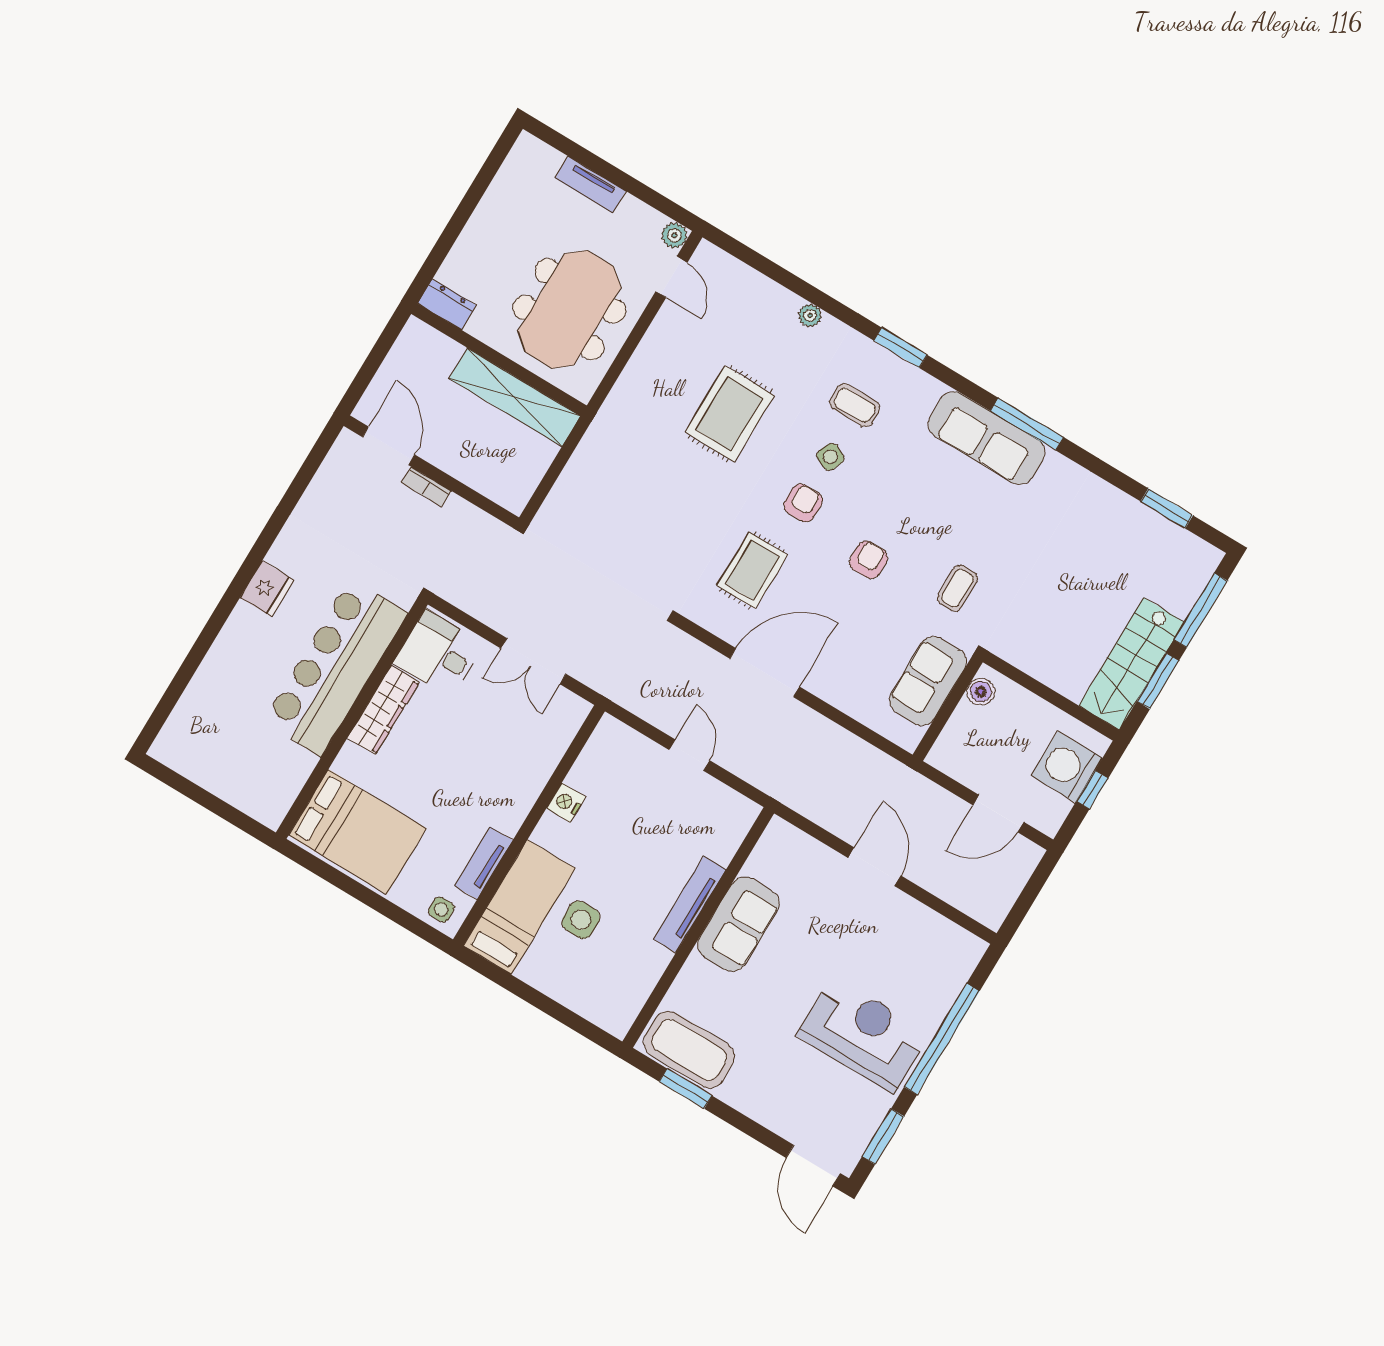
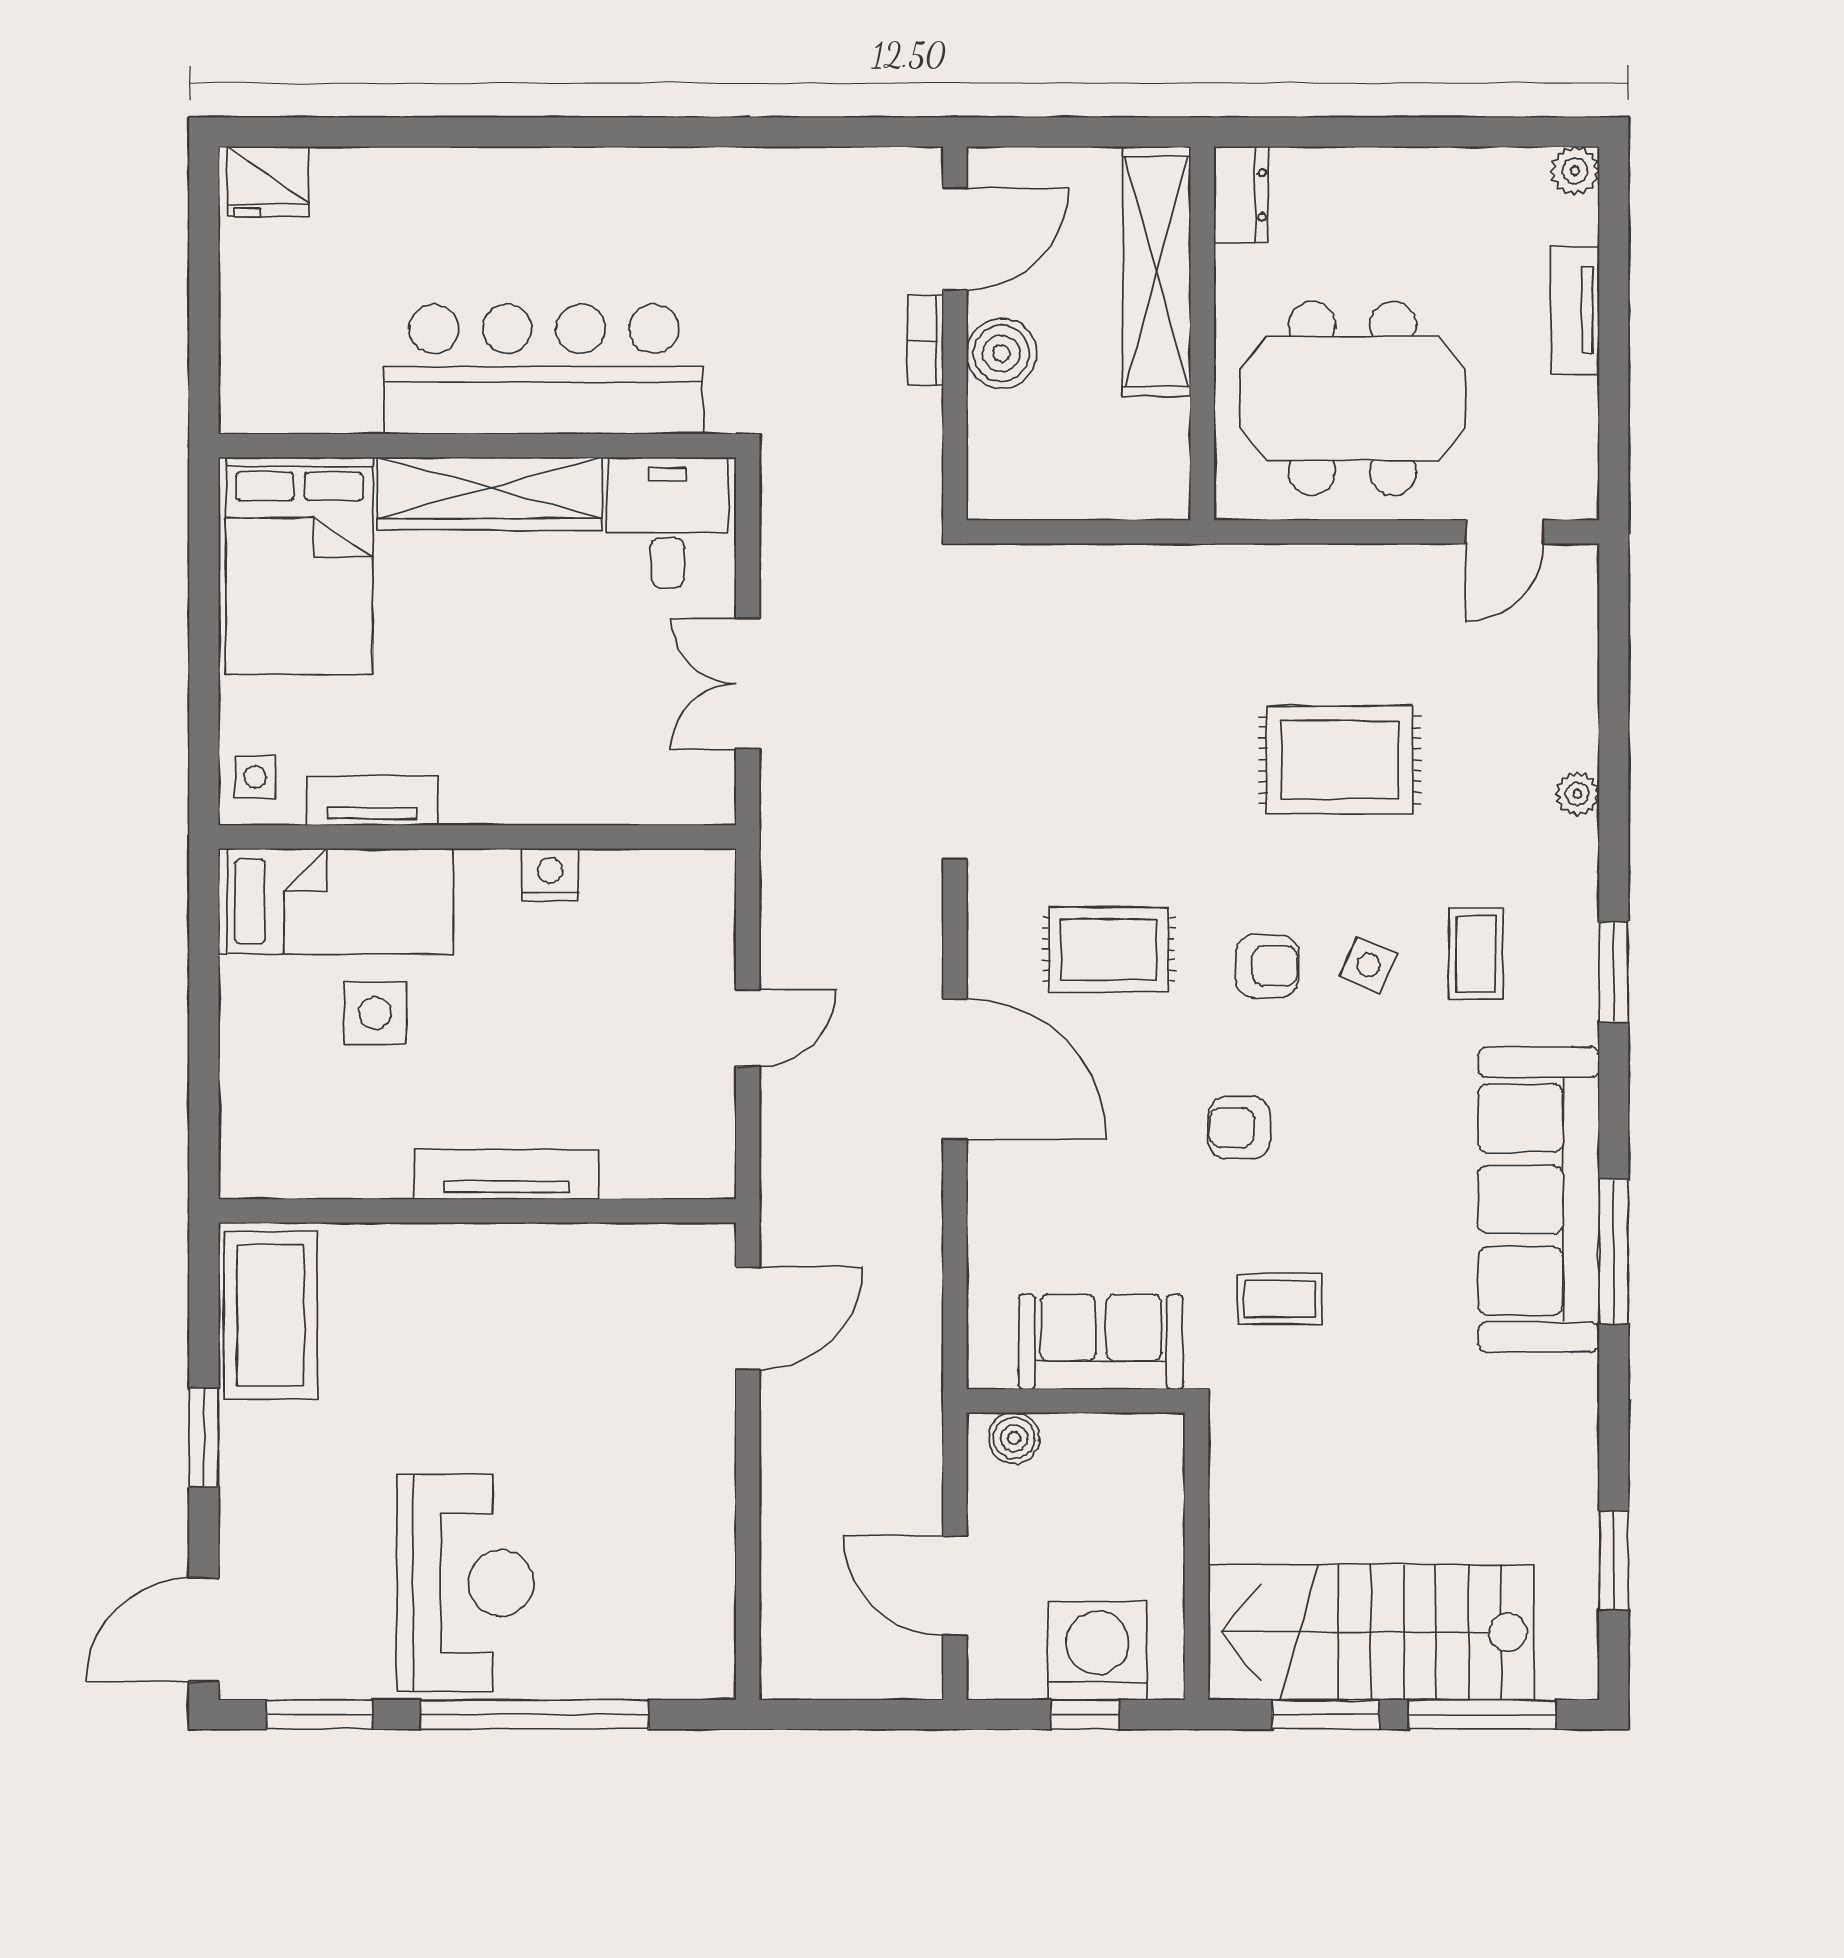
plant: (674, 235) -> (1575, 171), moved
shelving: (515, 397) -> (1157, 271), moved
sofa: (987, 438) -> (1539, 1200), width x1.36, depth x1.27
boiler: (453, 456) -> (1001, 353), added
armchair: (869, 560) -> (1239, 1128), turned 180
fridge: (267, 589) -> (268, 181), moved
stairs: (1131, 664) -> (1371, 1632), width x1.36, depth x1.51
boiler: (981, 692) -> (1014, 1438), moved
wardrobe: (383, 710) -> (490, 494), width x1.40, depth x1.17
door: (874, 867) -> (748, 1318), moved
sofa: (738, 924) -> (522, 1273), removed
window: (686, 1089) -> (204, 1437), moved

